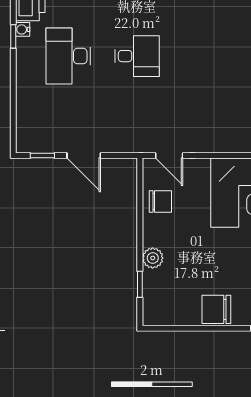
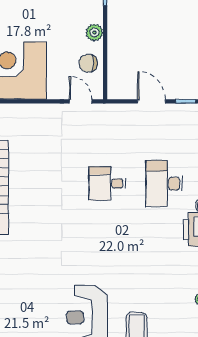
desk: (68, 56) -> (164, 184), turned 180
plant: (153, 258) -> (94, 32), moved

